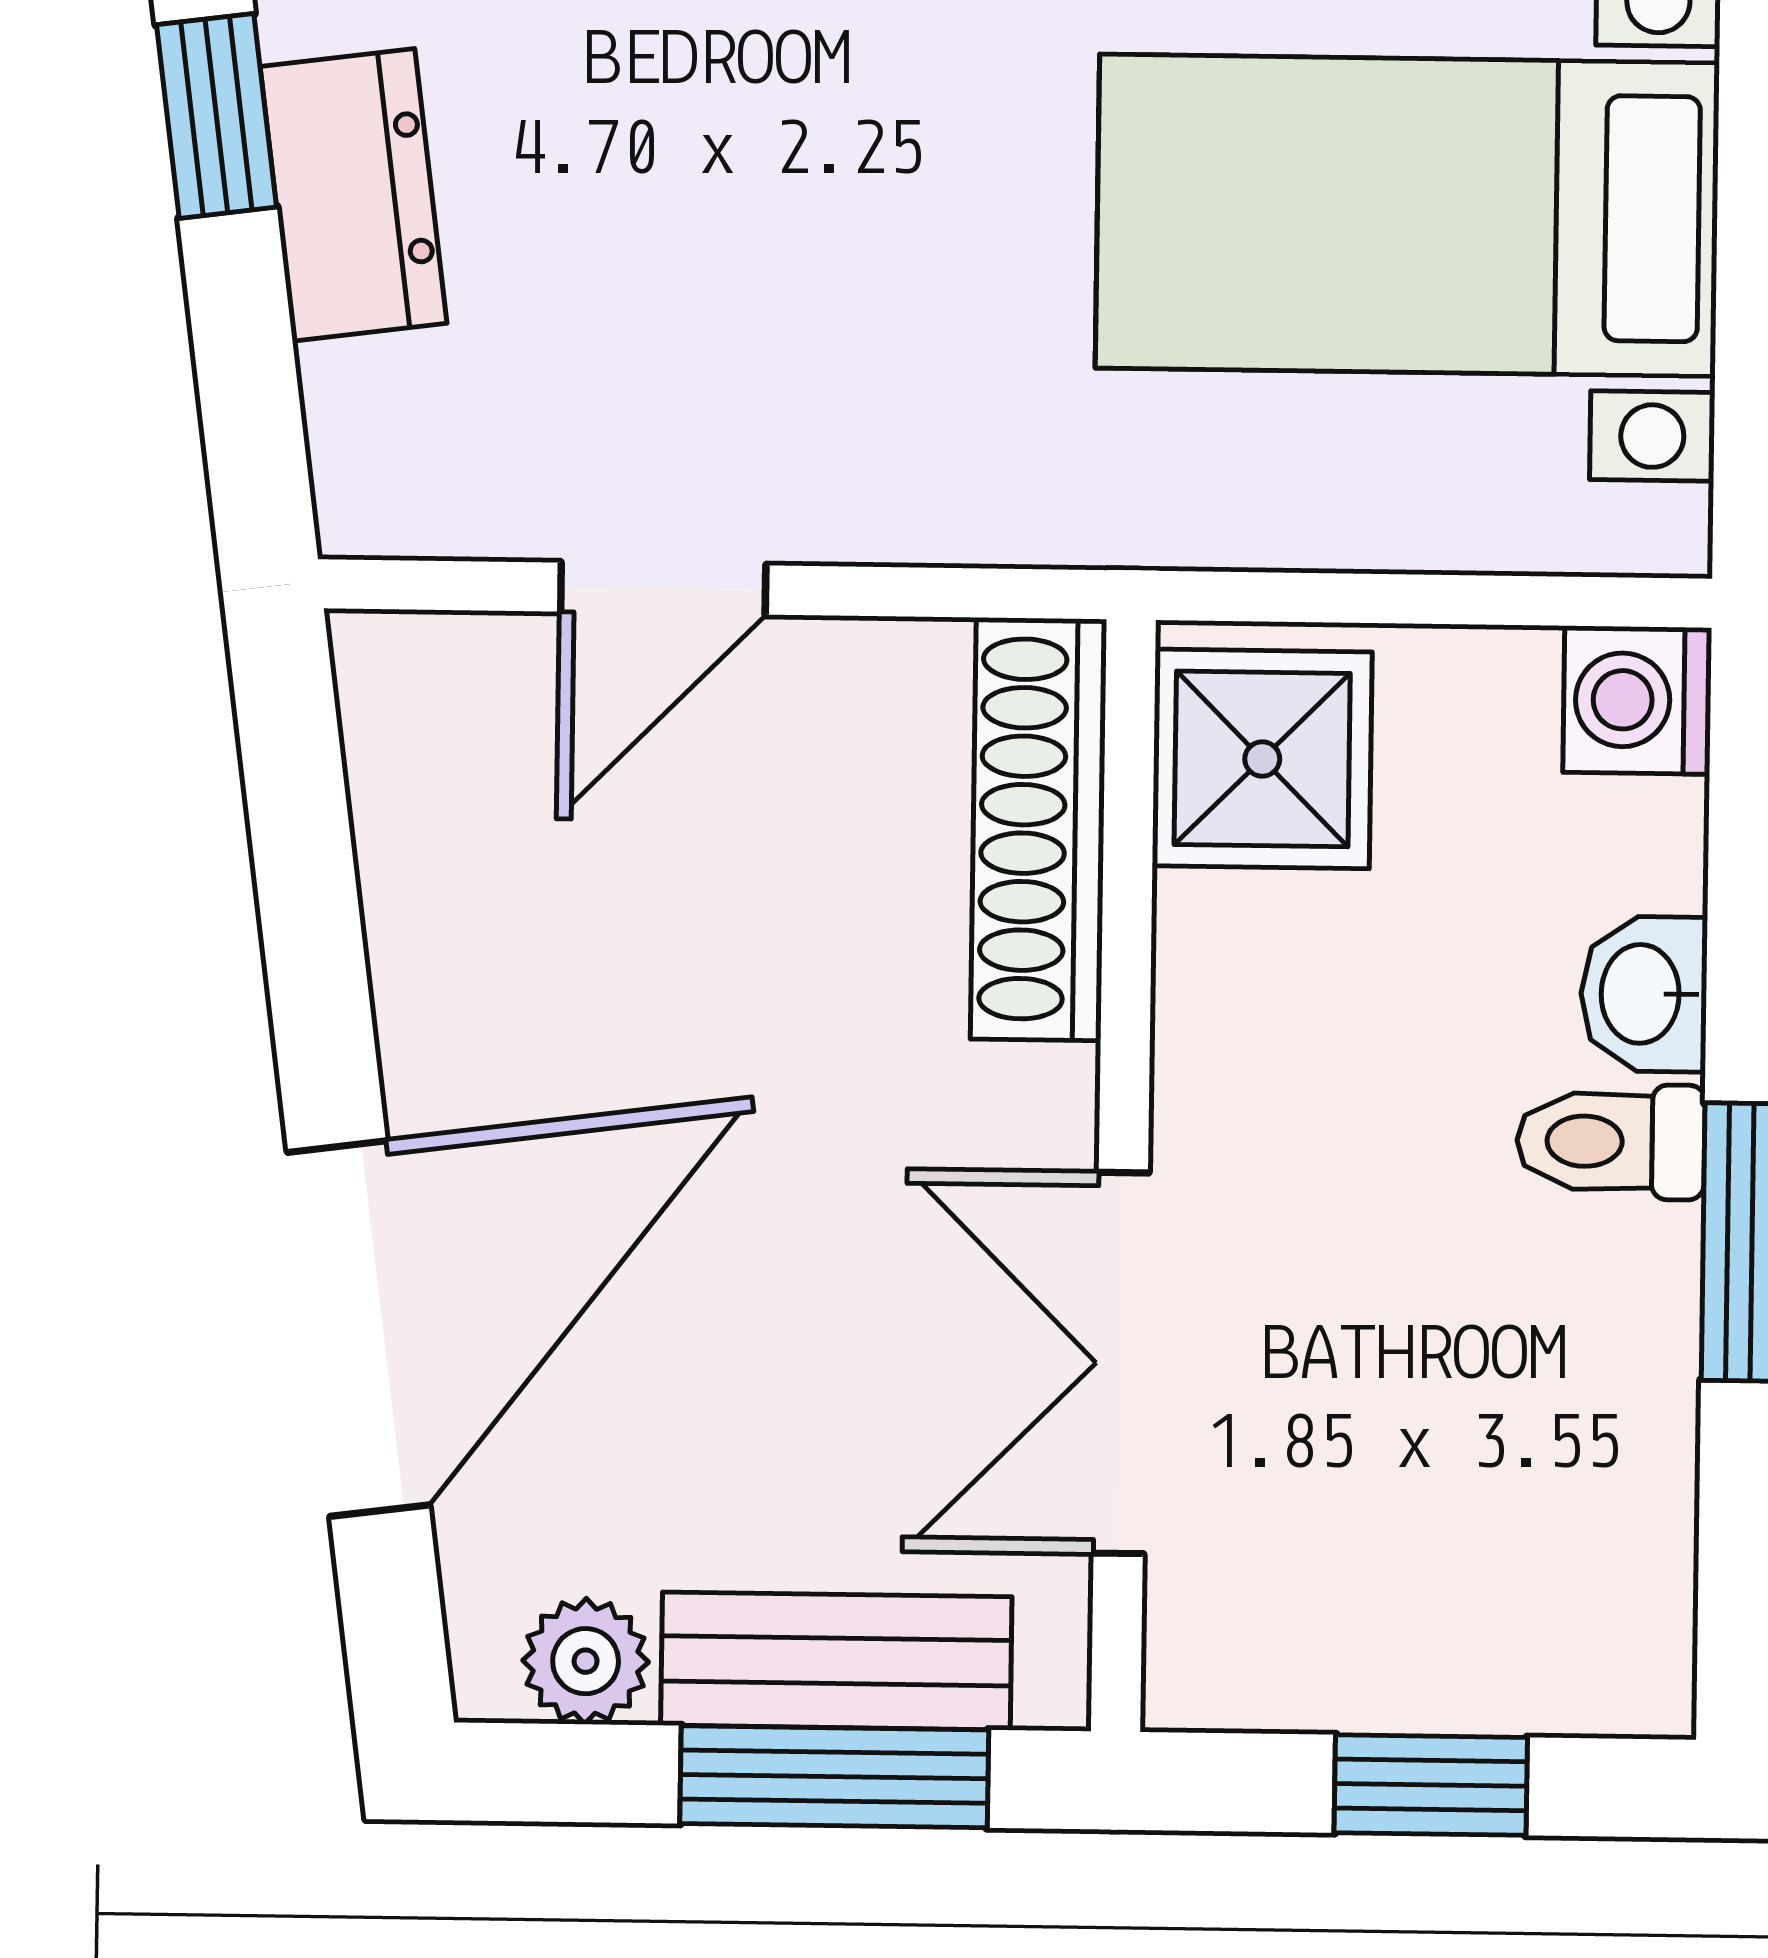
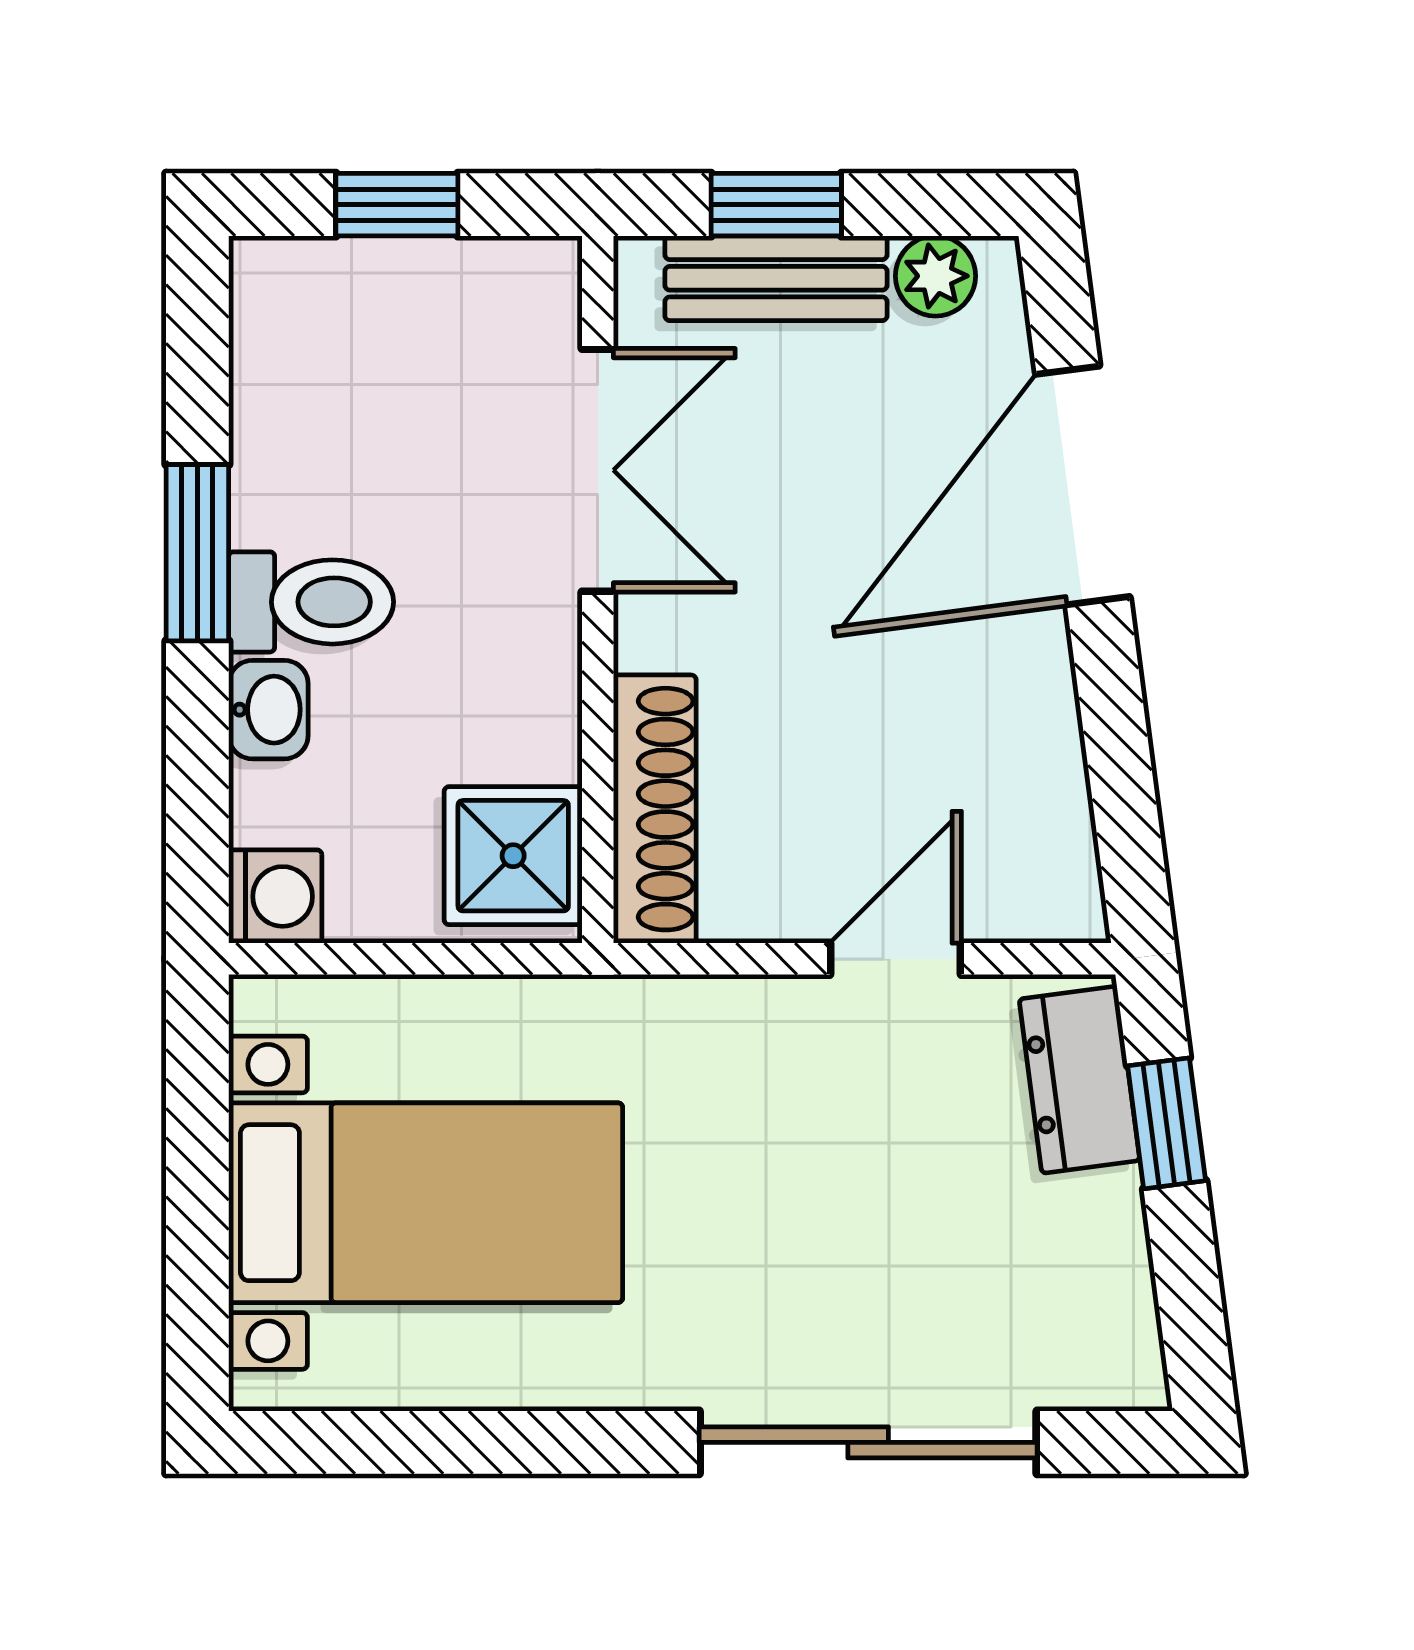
window: (217, 116) -> (1167, 1123), moved
dresser: (354, 195) -> (1079, 1080), moved
toilet: (1611, 1142) -> (311, 602), width x1.37, depth x1.39
window: (834, 1777) -> (776, 205), width x0.67

